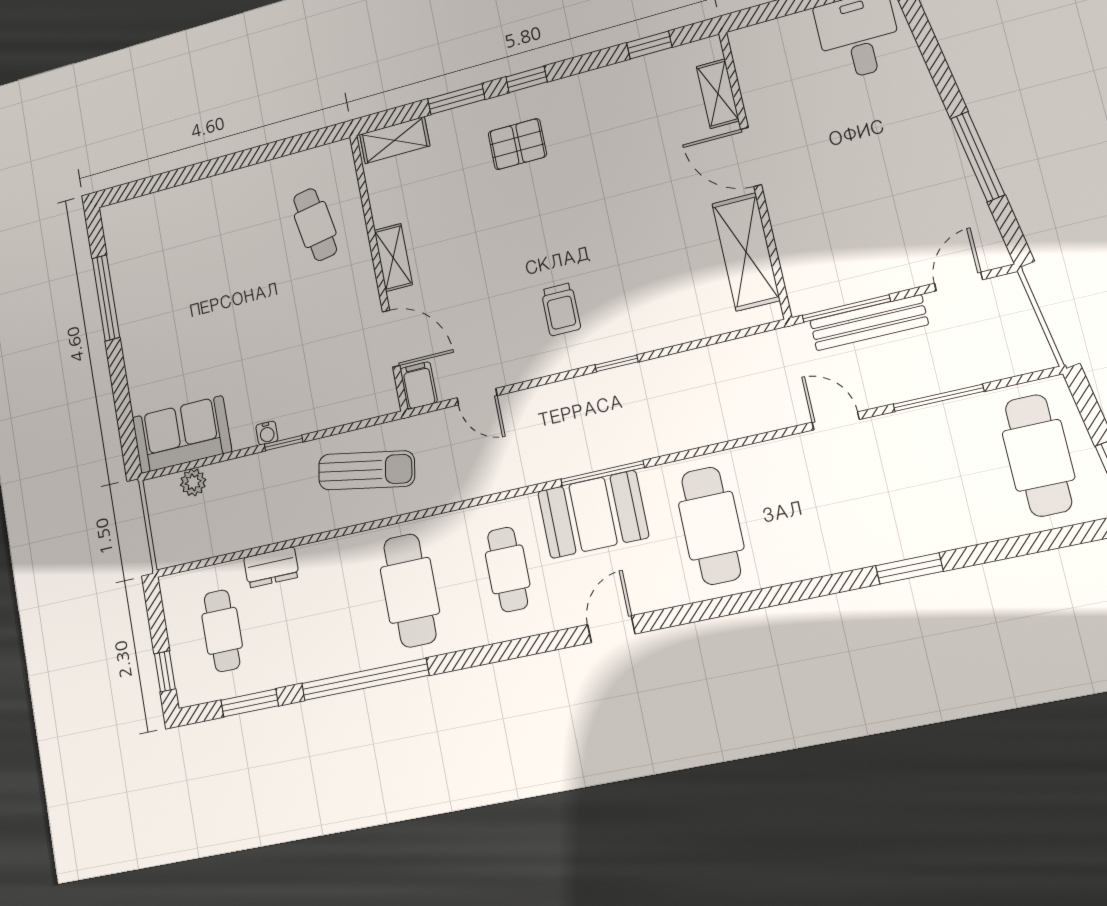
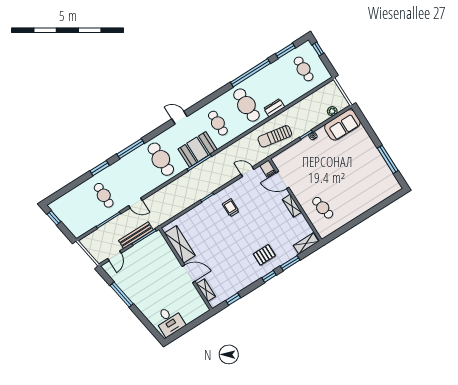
cafe table: (1038, 455) -> (104, 195), moved, width x0.73, depth x0.74
dresser: (271, 567) -> (274, 108), moved
window: (791, 593) -> (131, 149), added
door: (611, 629) -> (179, 118), swing flipped

